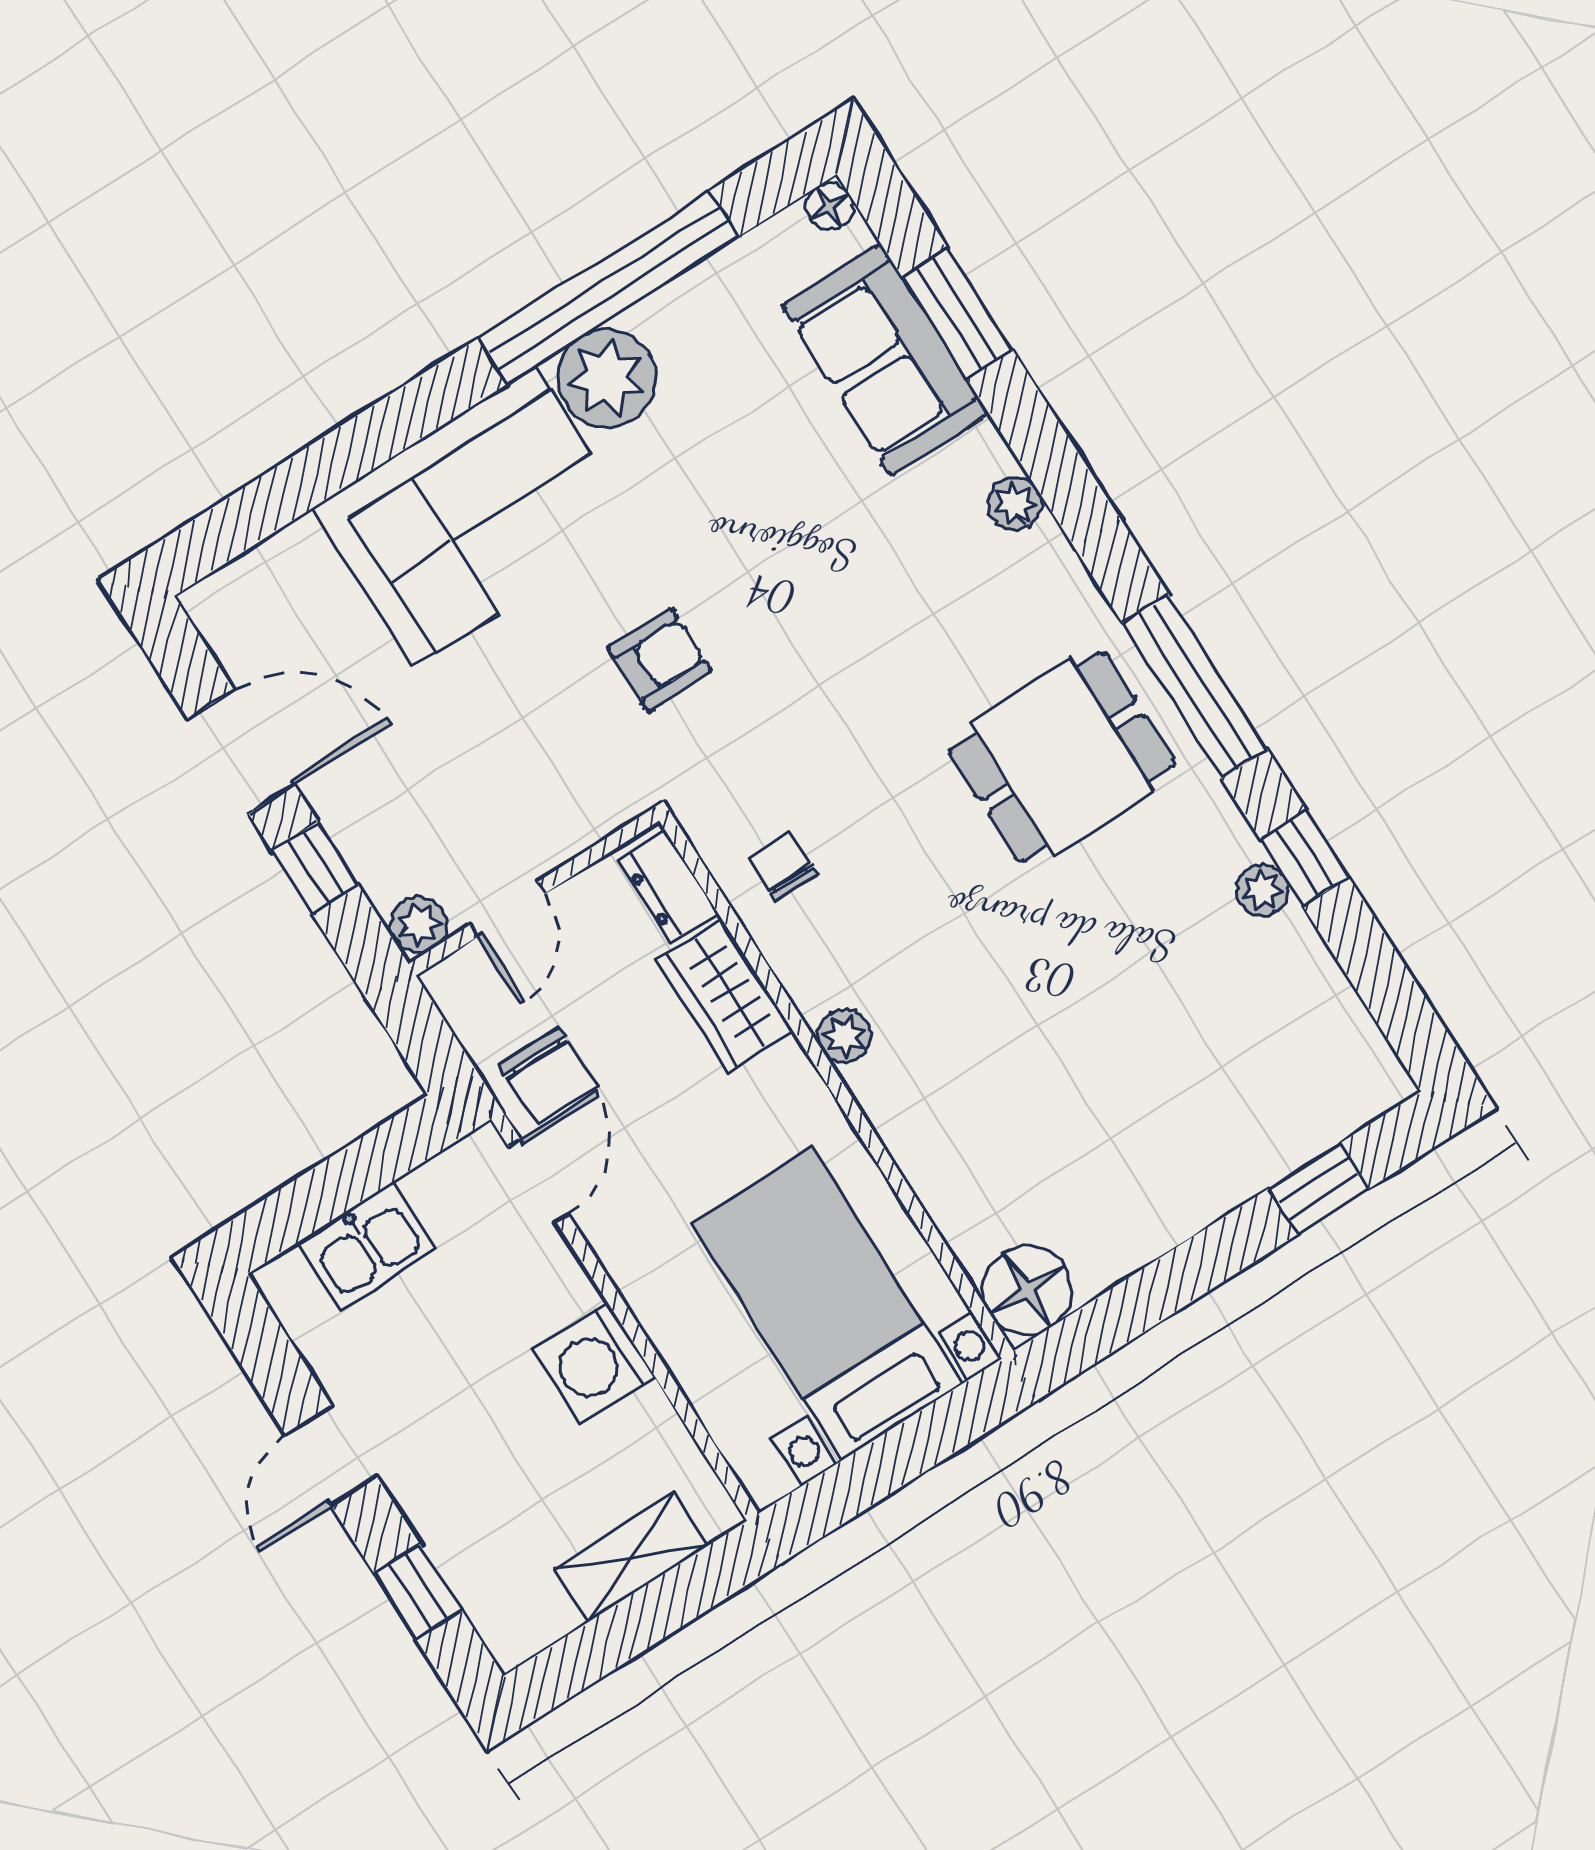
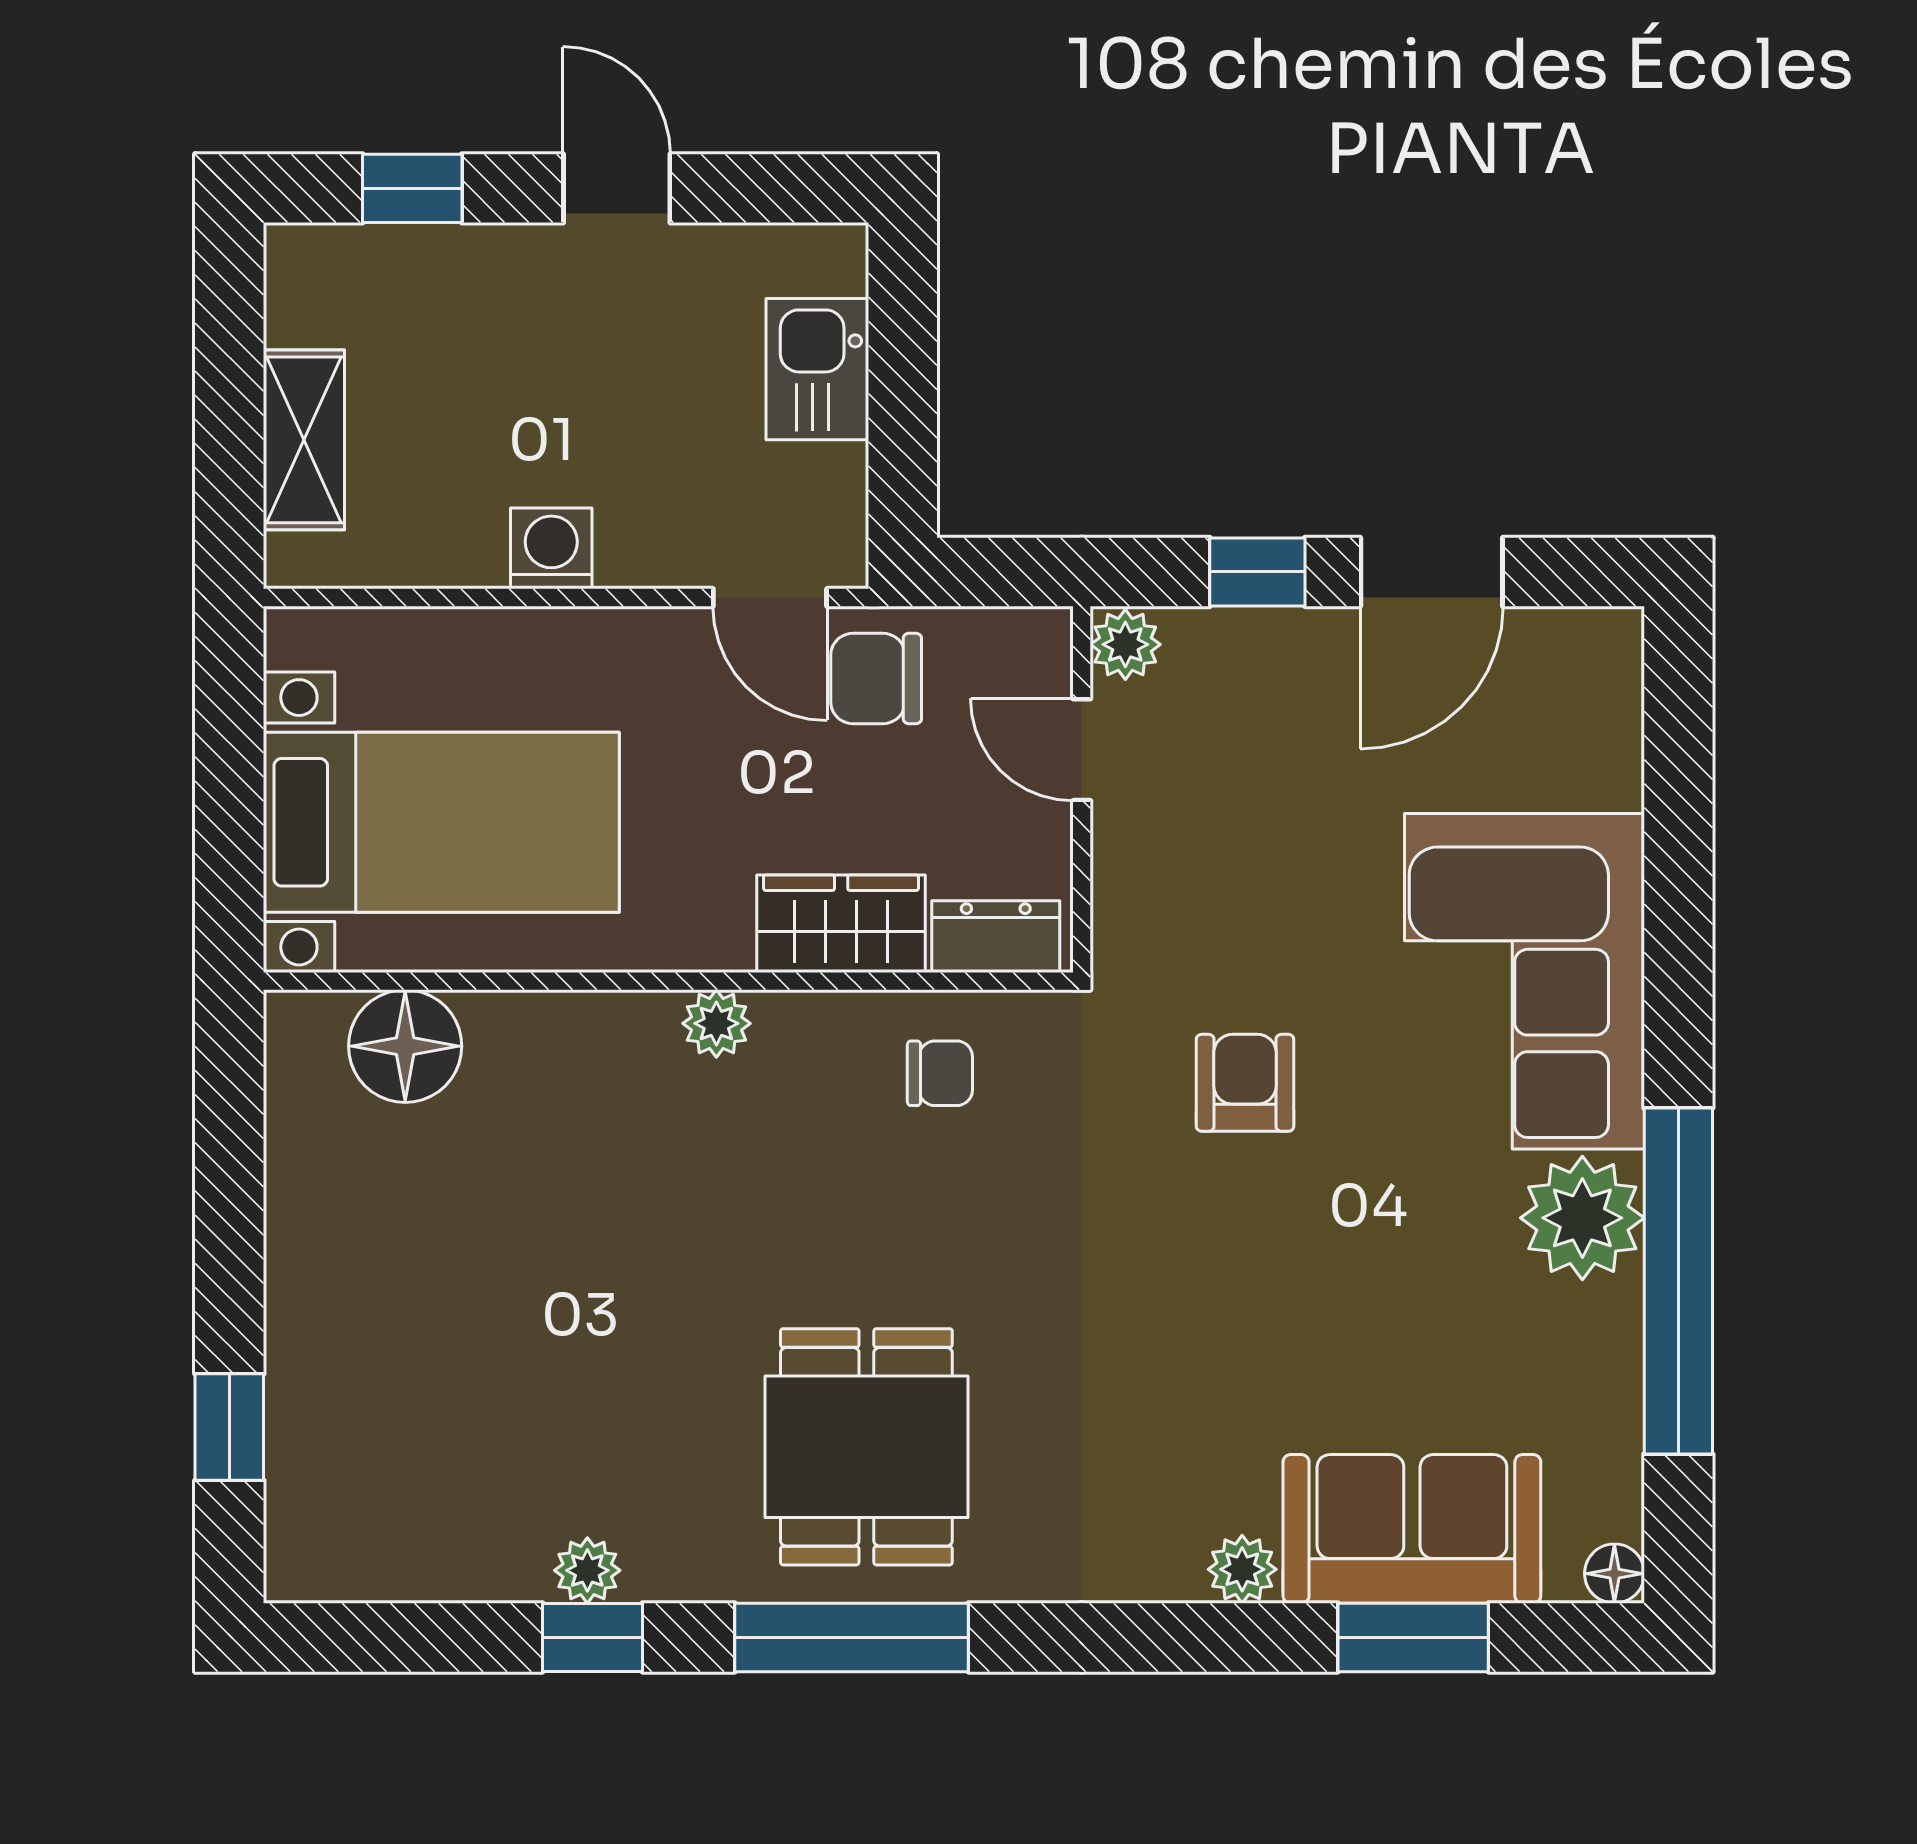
plant: (1015, 504) -> (1242, 1569), moved
armchair: (660, 660) -> (1245, 1083), turned 180
floor lamp: (1027, 1290) -> (405, 1046), moved
washing machine: (595, 1364) -> (551, 548), width x0.73, depth x0.73

